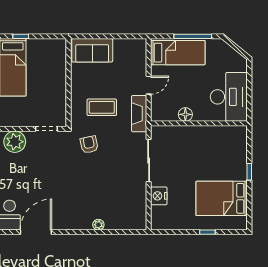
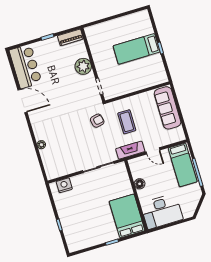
sofa: (92, 50) -> (167, 108), width x1.36
nightstand: (159, 196) -> (64, 185), moved
bed: (222, 198) -> (127, 216), moved

